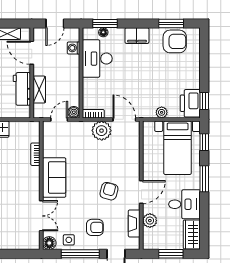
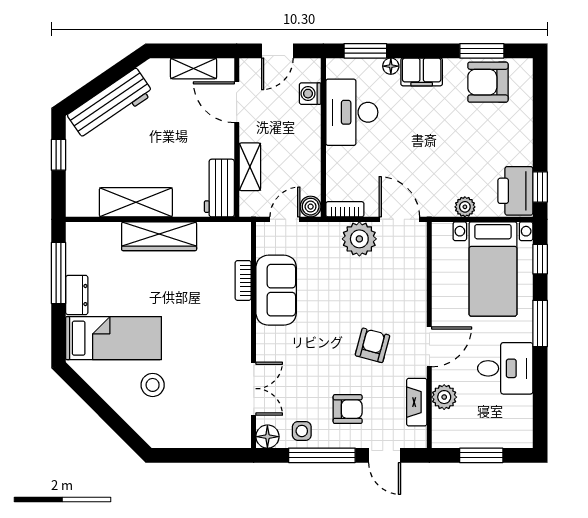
floor lamp: (103, 32) -> (391, 66), moved
armchair: (175, 41) -> (488, 82), turned 180
workbench: (22, 89) -> (219, 188), moved
sofa: (54, 177) -> (276, 290), moved
wardrobe: (192, 234) -> (518, 421), removed

